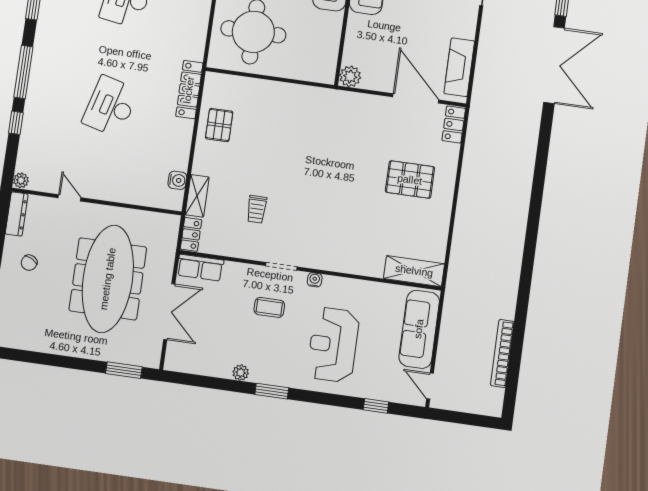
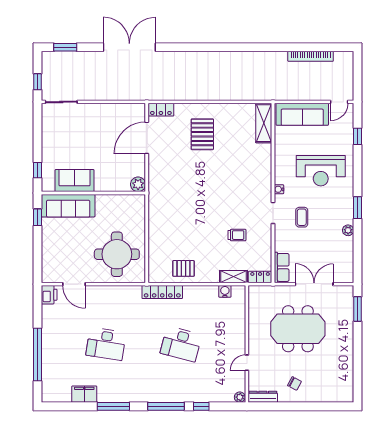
double door: (554, 65) -> (129, 47), moved
fireplace: (459, 67) -> (121, 111), removed
meeting table: (108, 279) -> (298, 329), width x0.73

